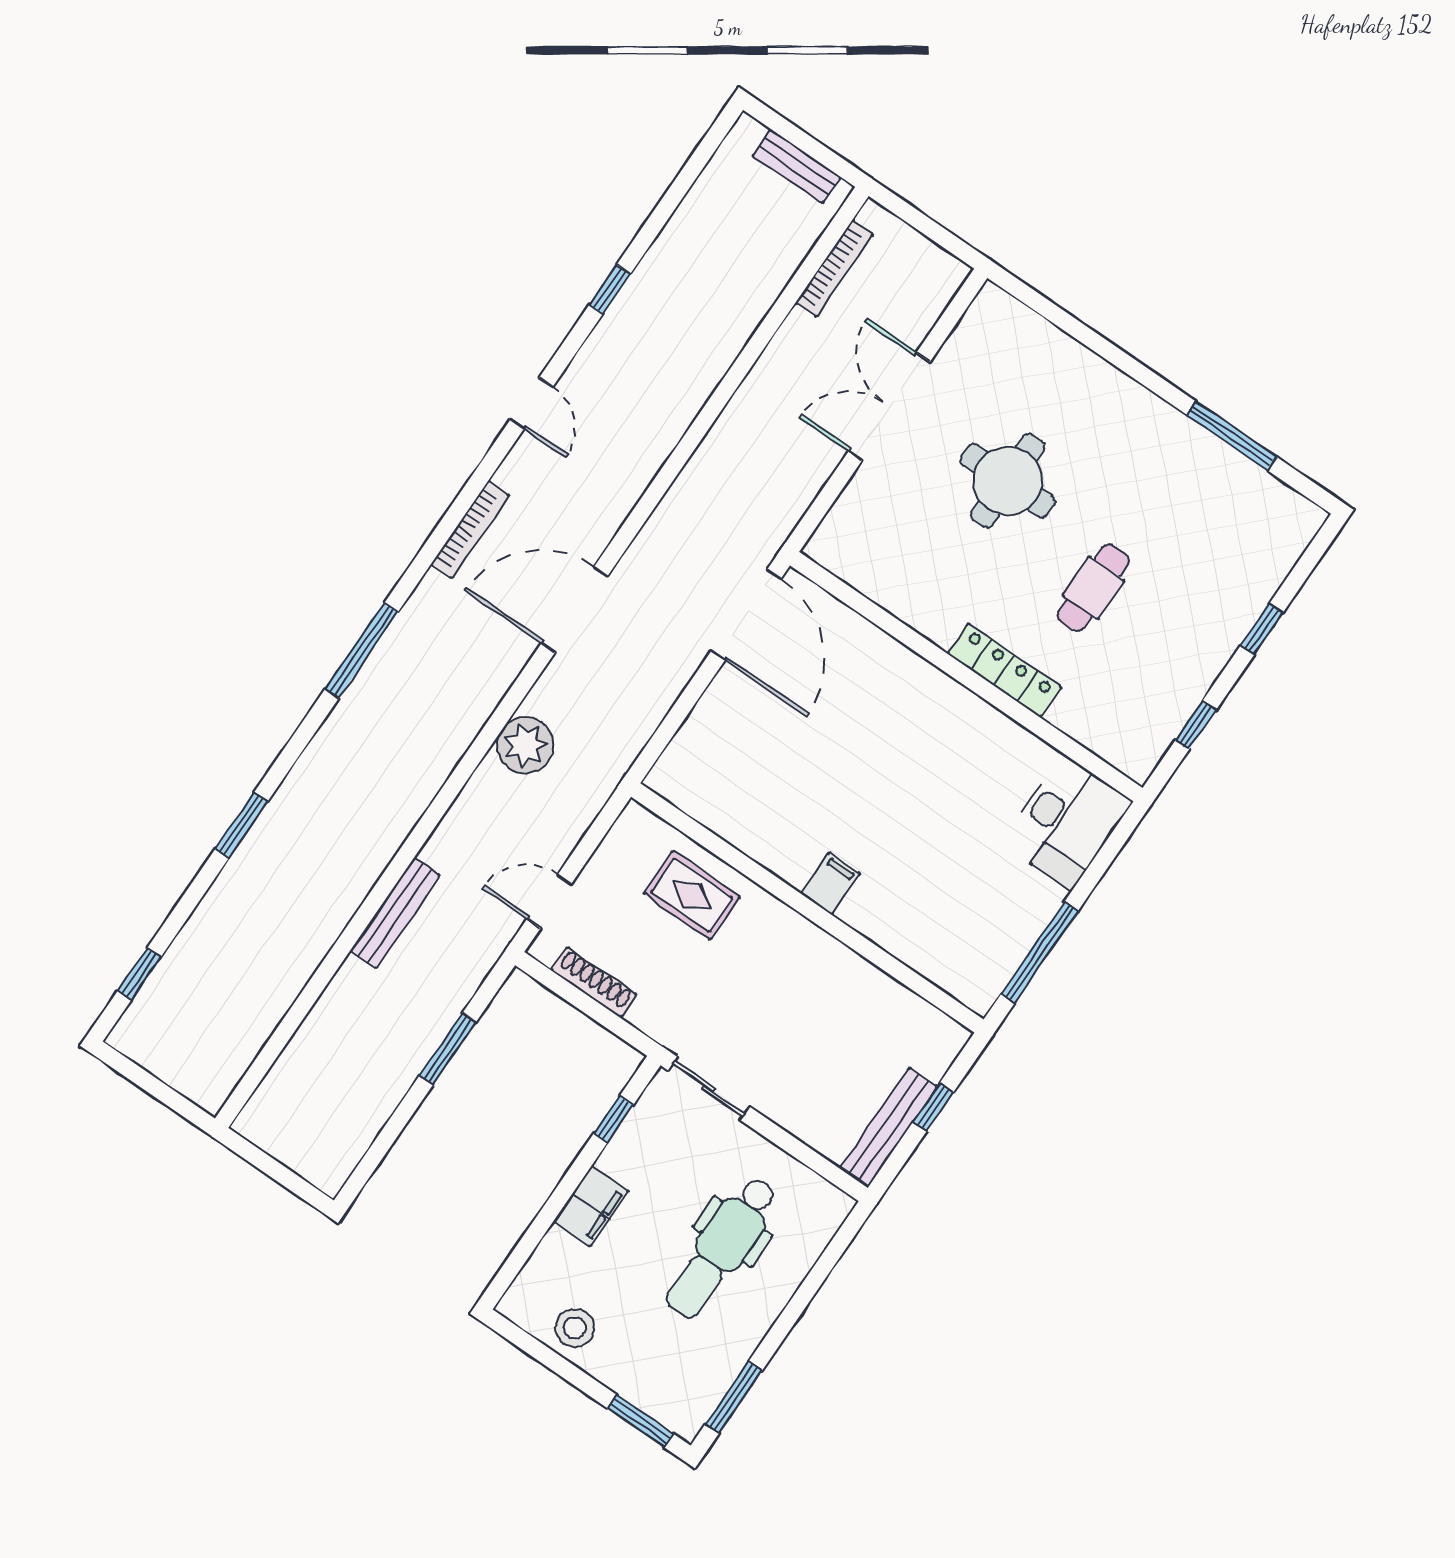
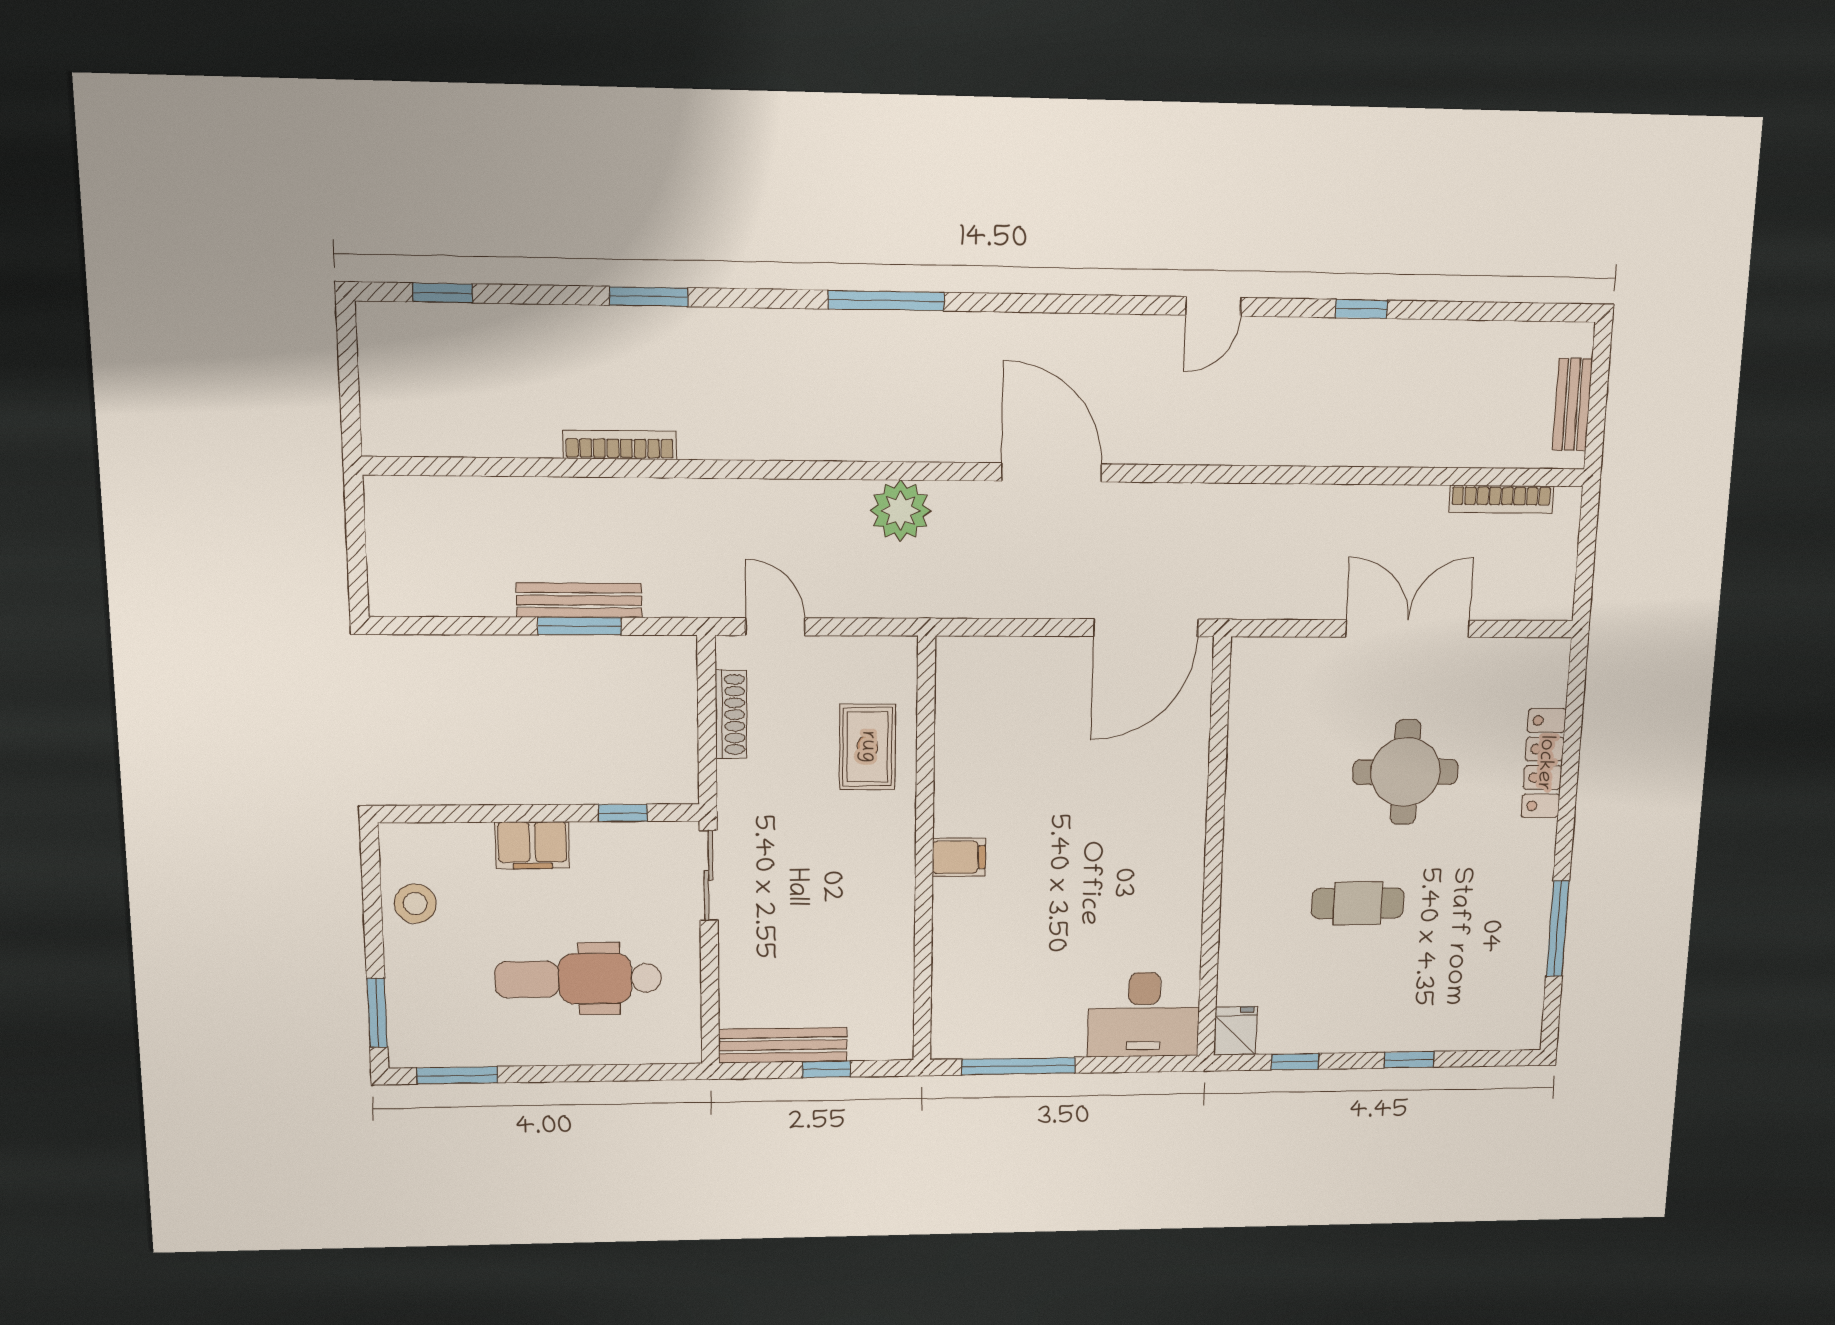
bookcase: (470, 530) -> (620, 445), moved, turned 180
locker: (1004, 670) -> (1544, 763), moved, turned 180
fridge: (1134, 757) -> (1235, 1031), added
bench: (395, 913) -> (579, 600), moved

